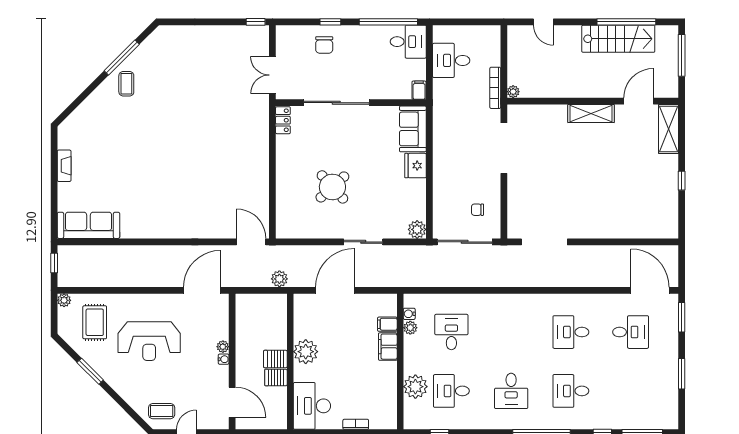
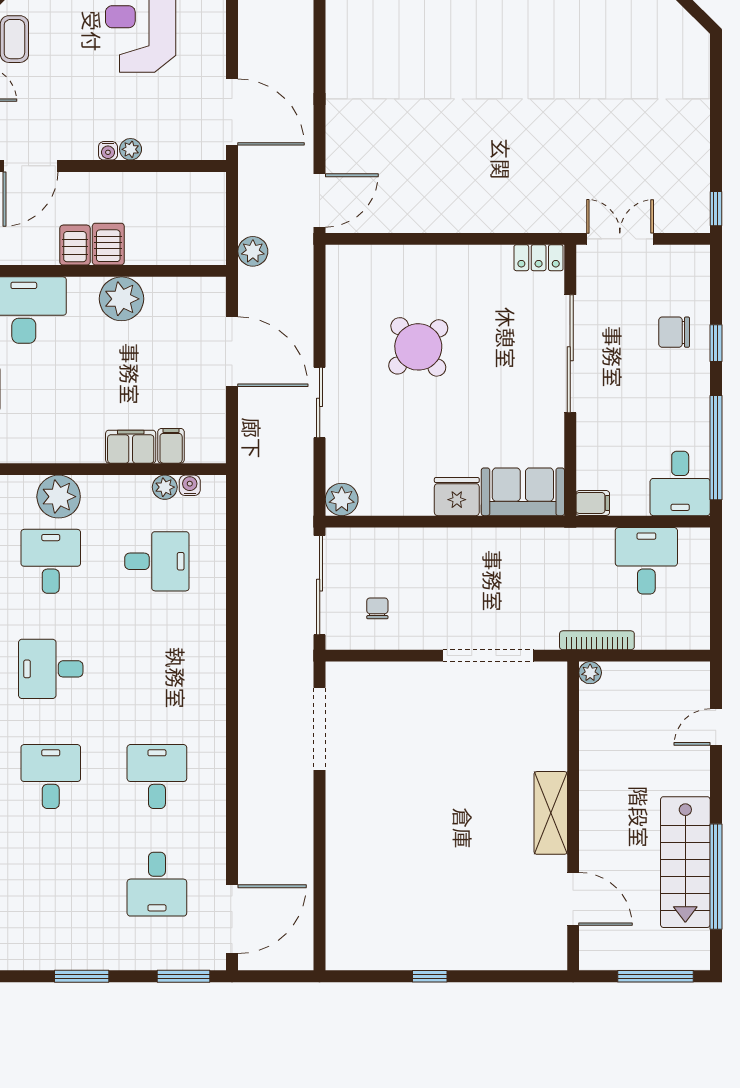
shelving: (669, 129) -> (523, 953), removed

